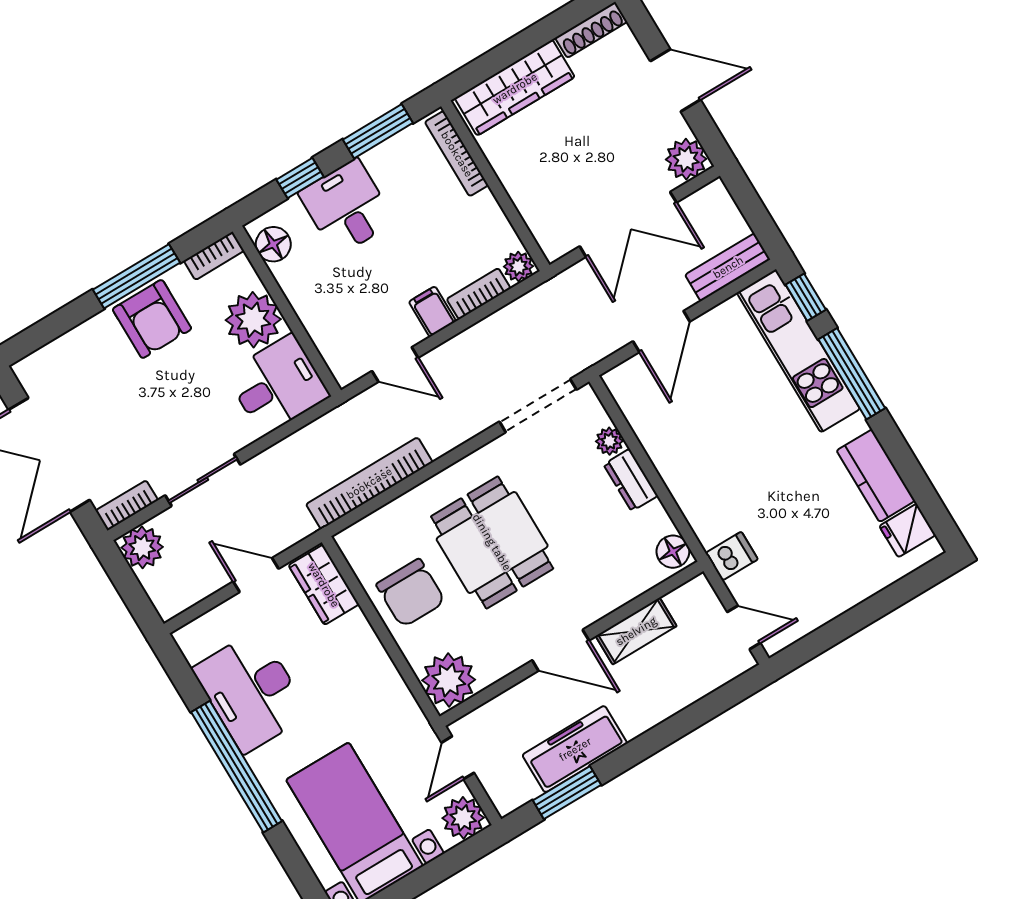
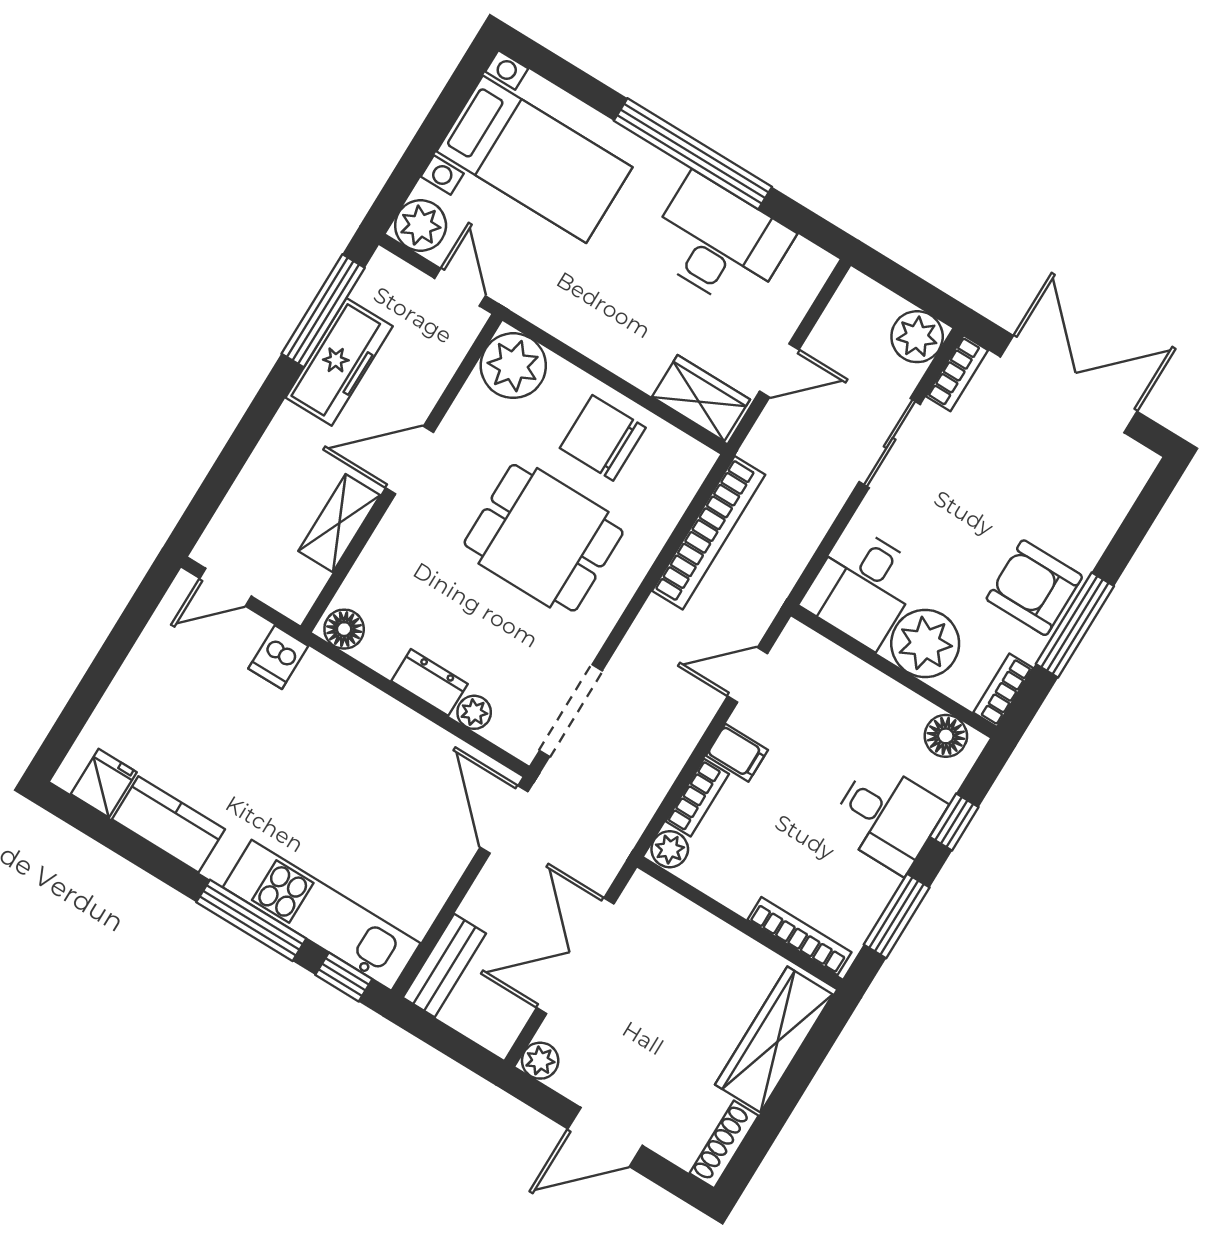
plant: (686, 159) -> (540, 1061), width x0.73, depth x0.73
door: (661, 331) -> (504, 820), moved
window: (567, 793) -> (323, 311), width x1.44

